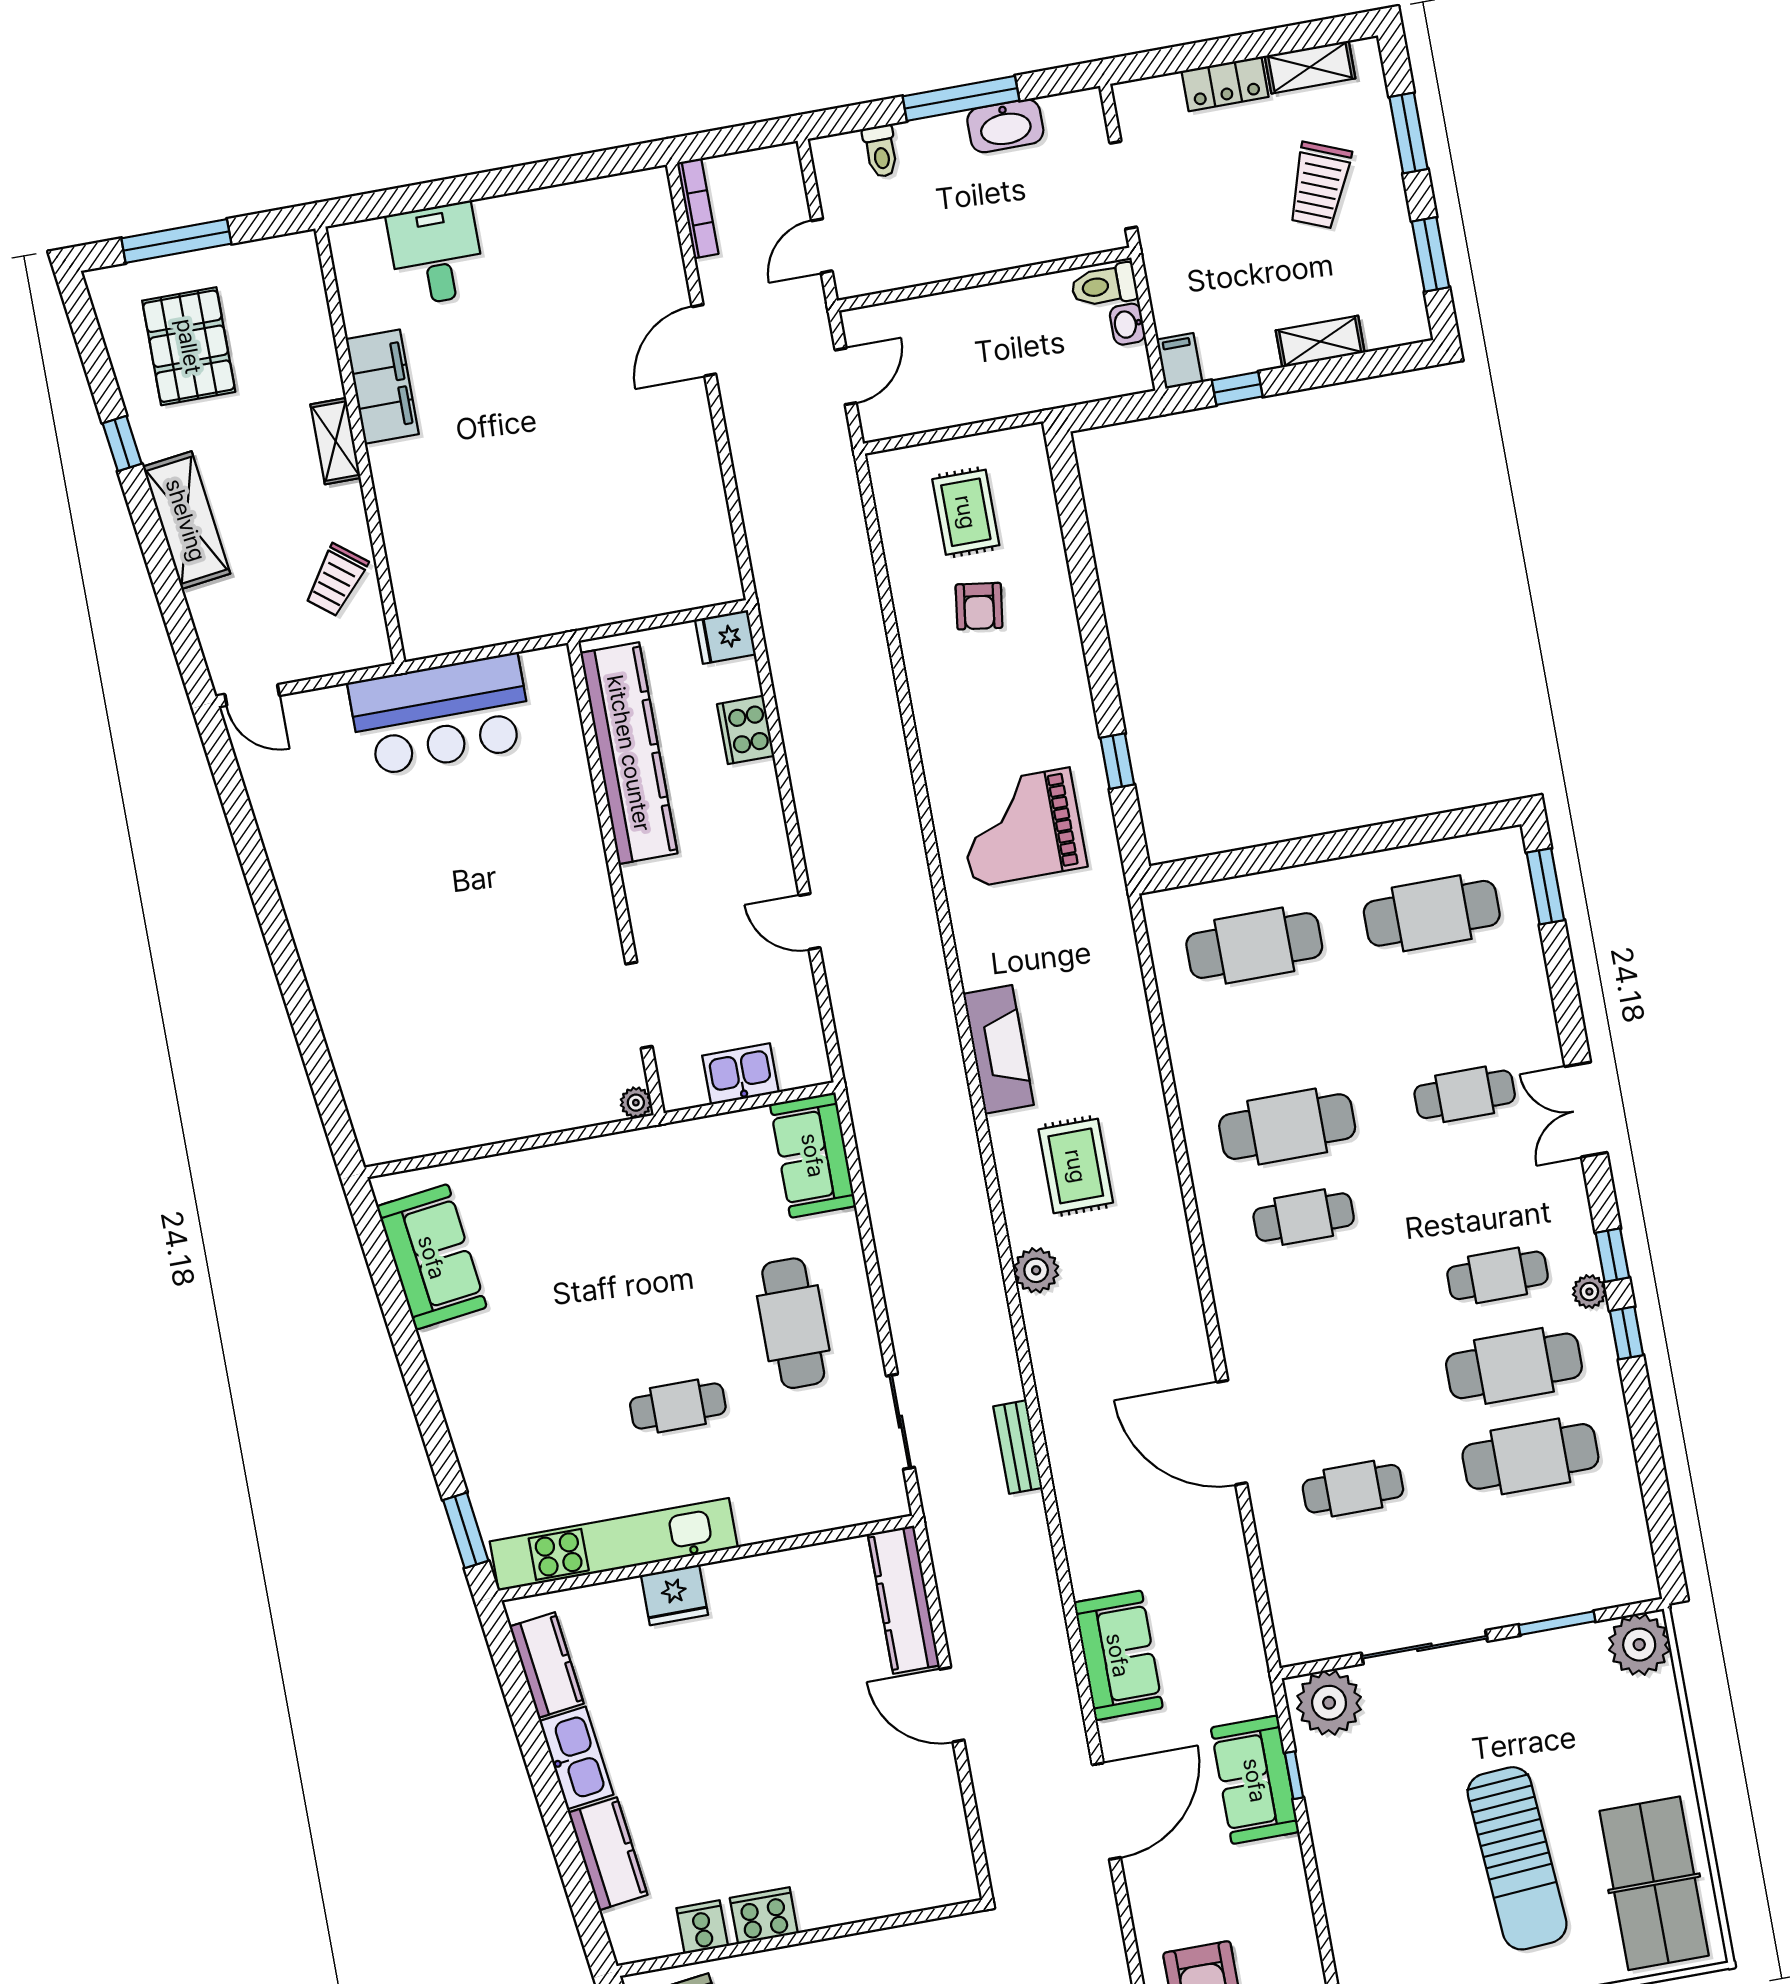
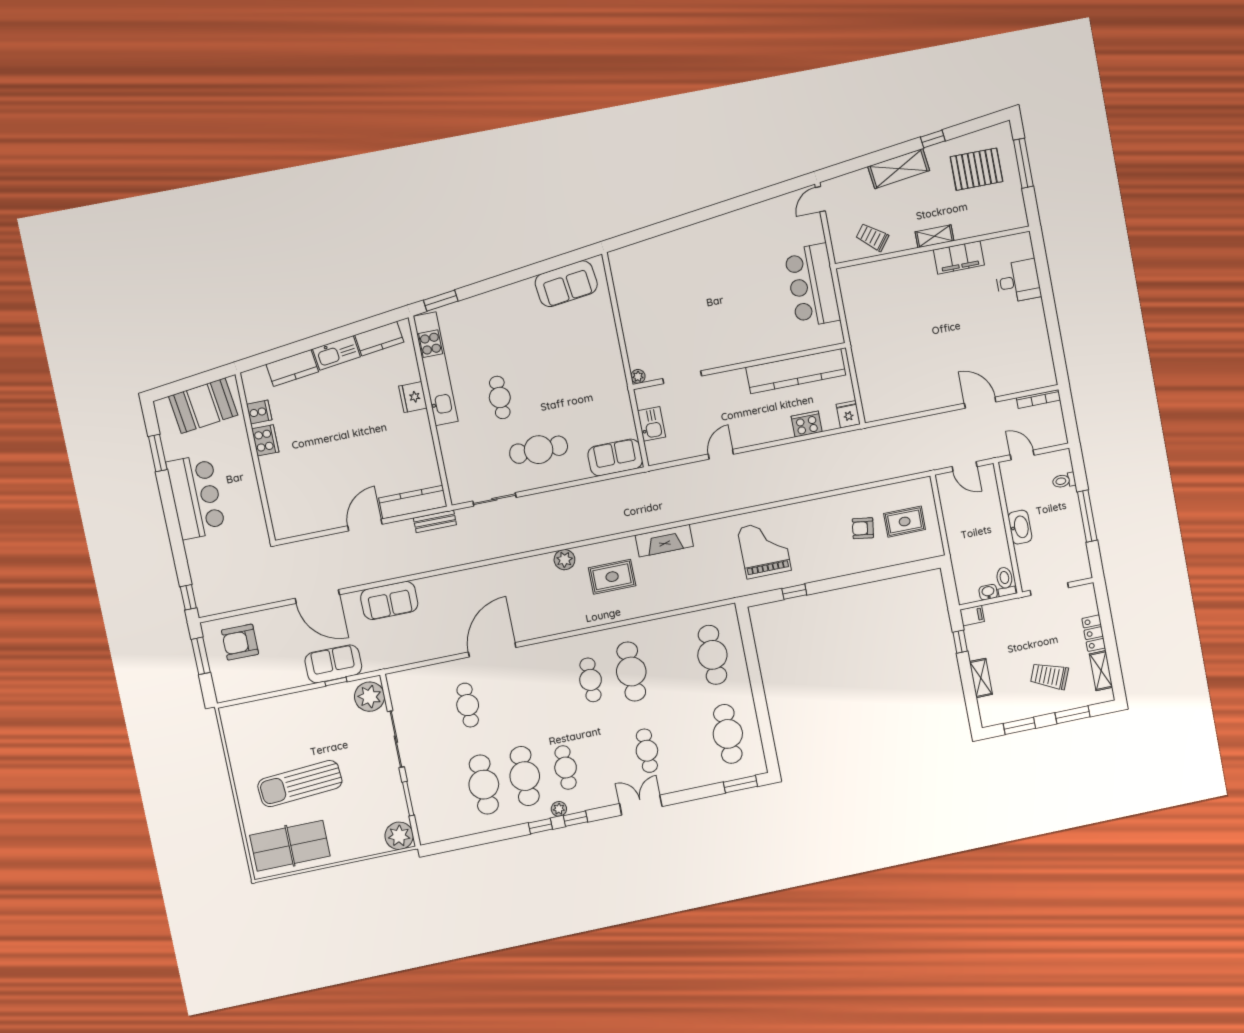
washbasin: (1005, 126) -> (1020, 527), moved, turned 180
bench: (1018, 1447) -> (435, 521), moved

